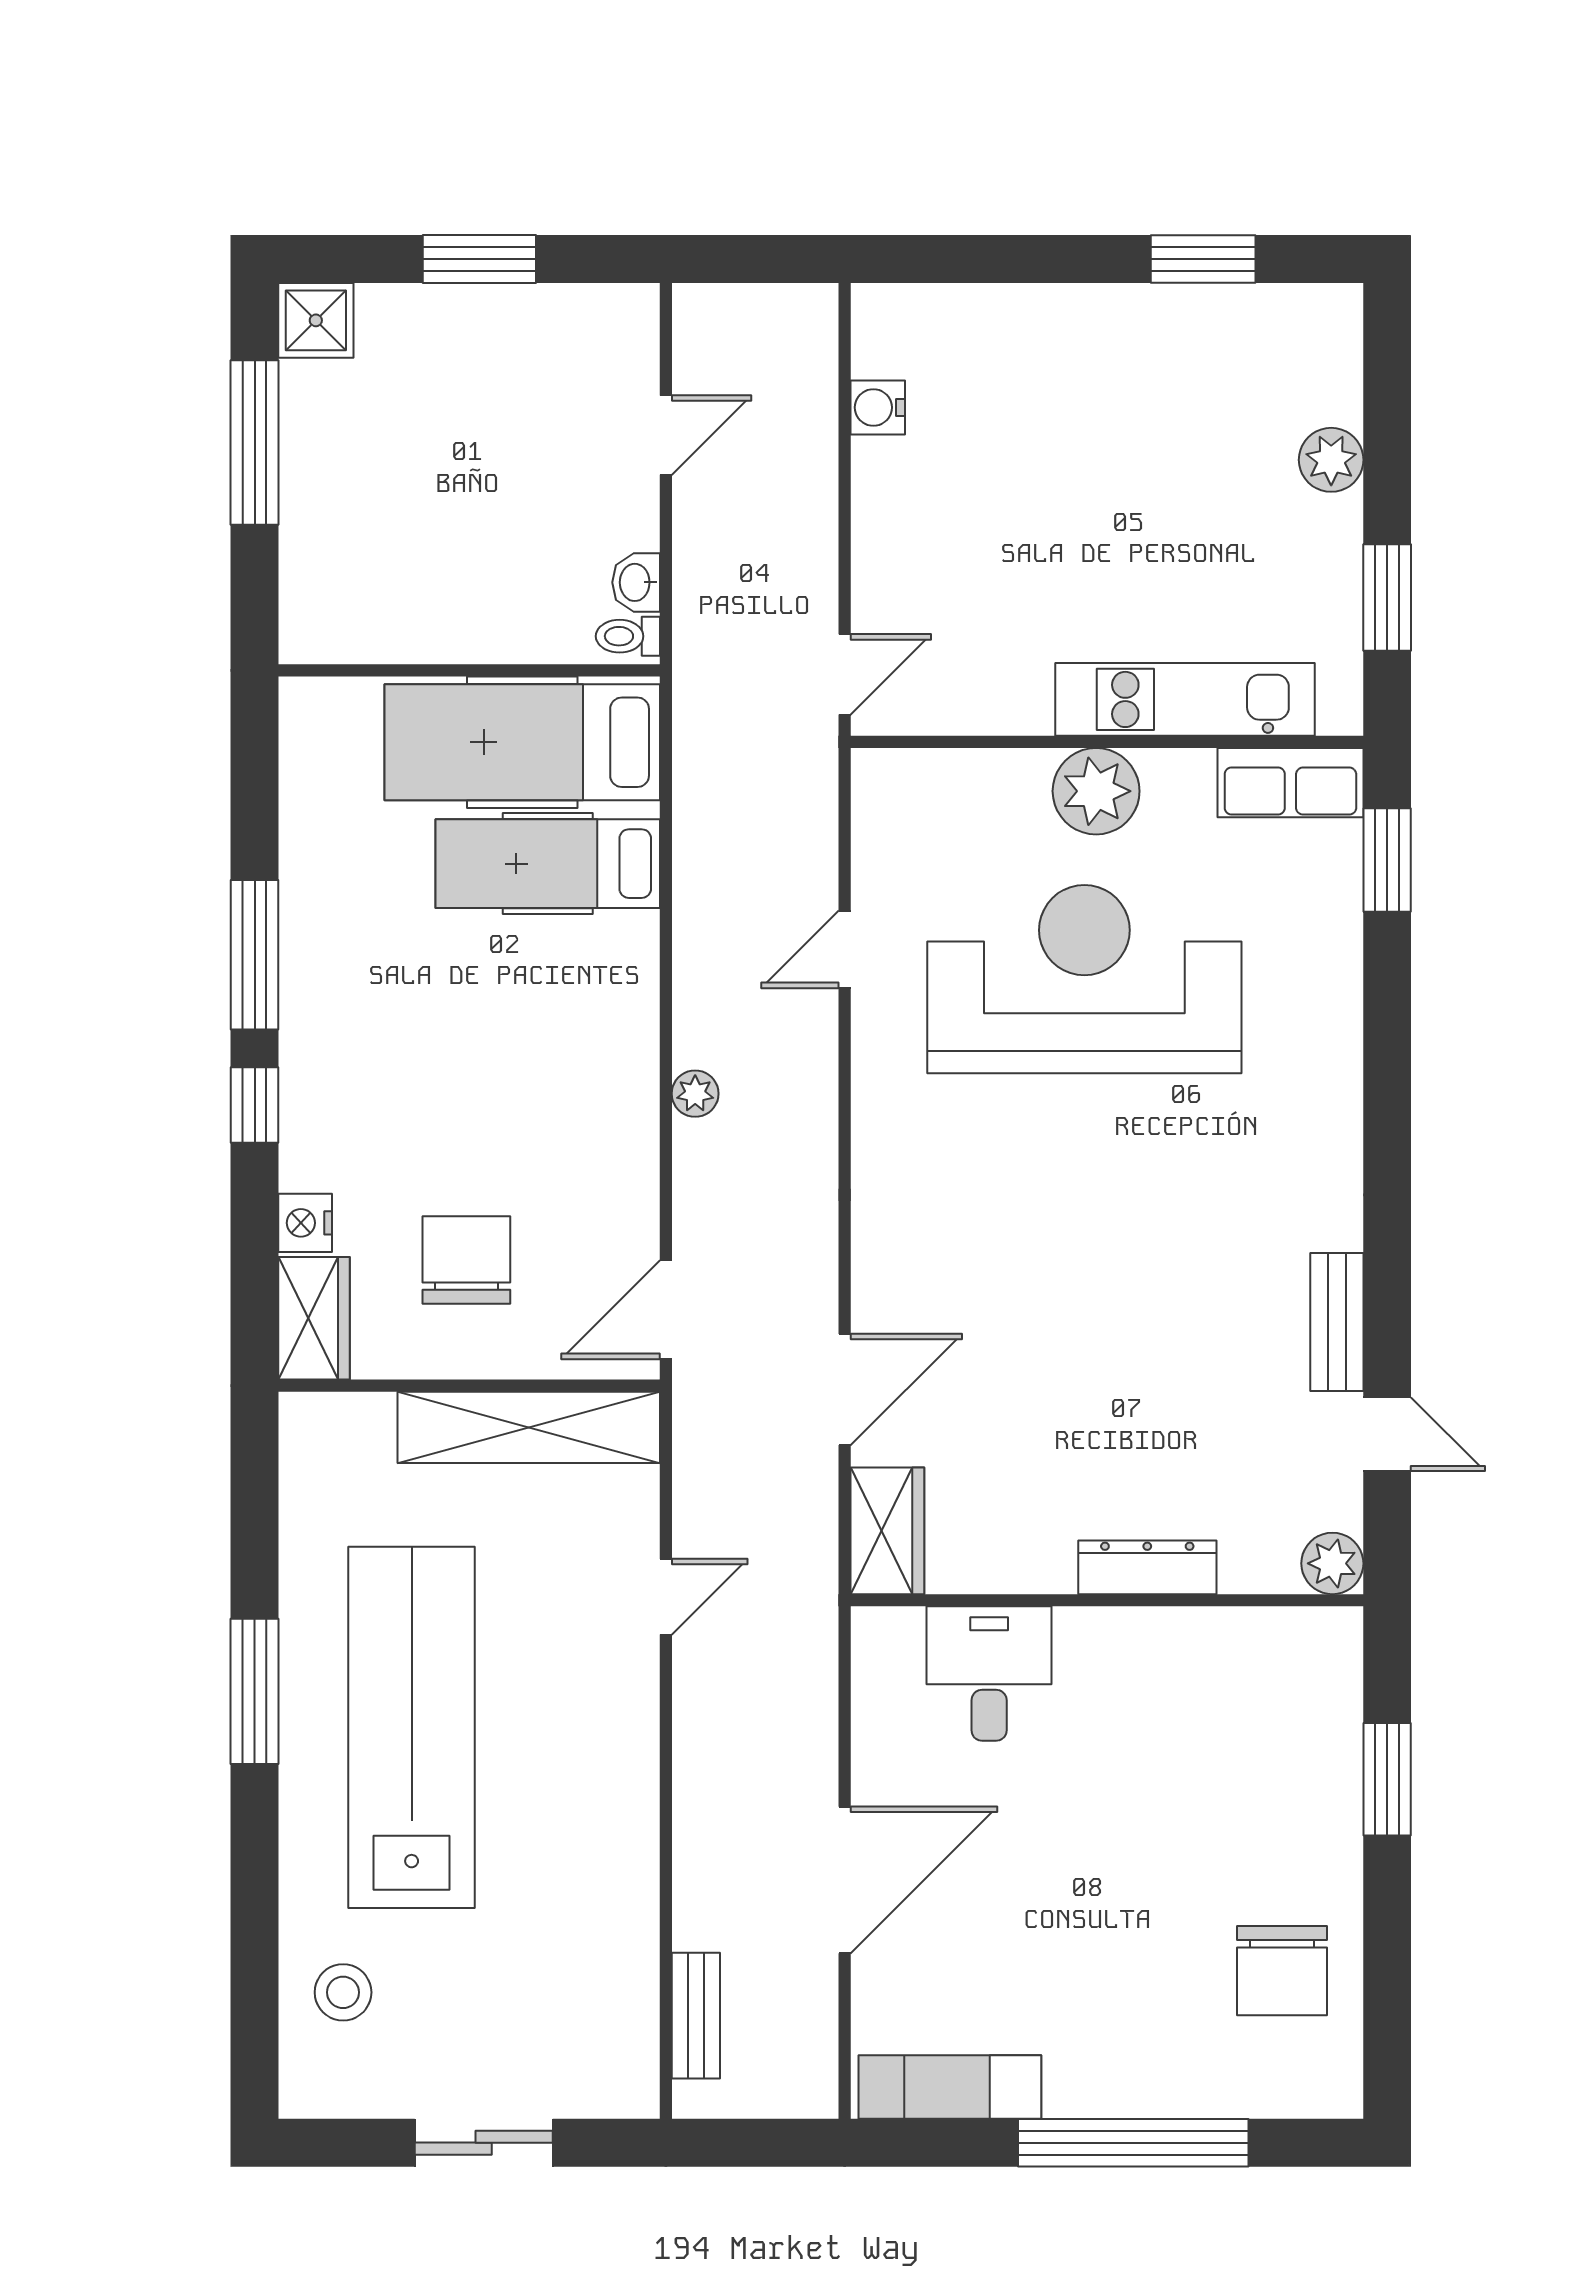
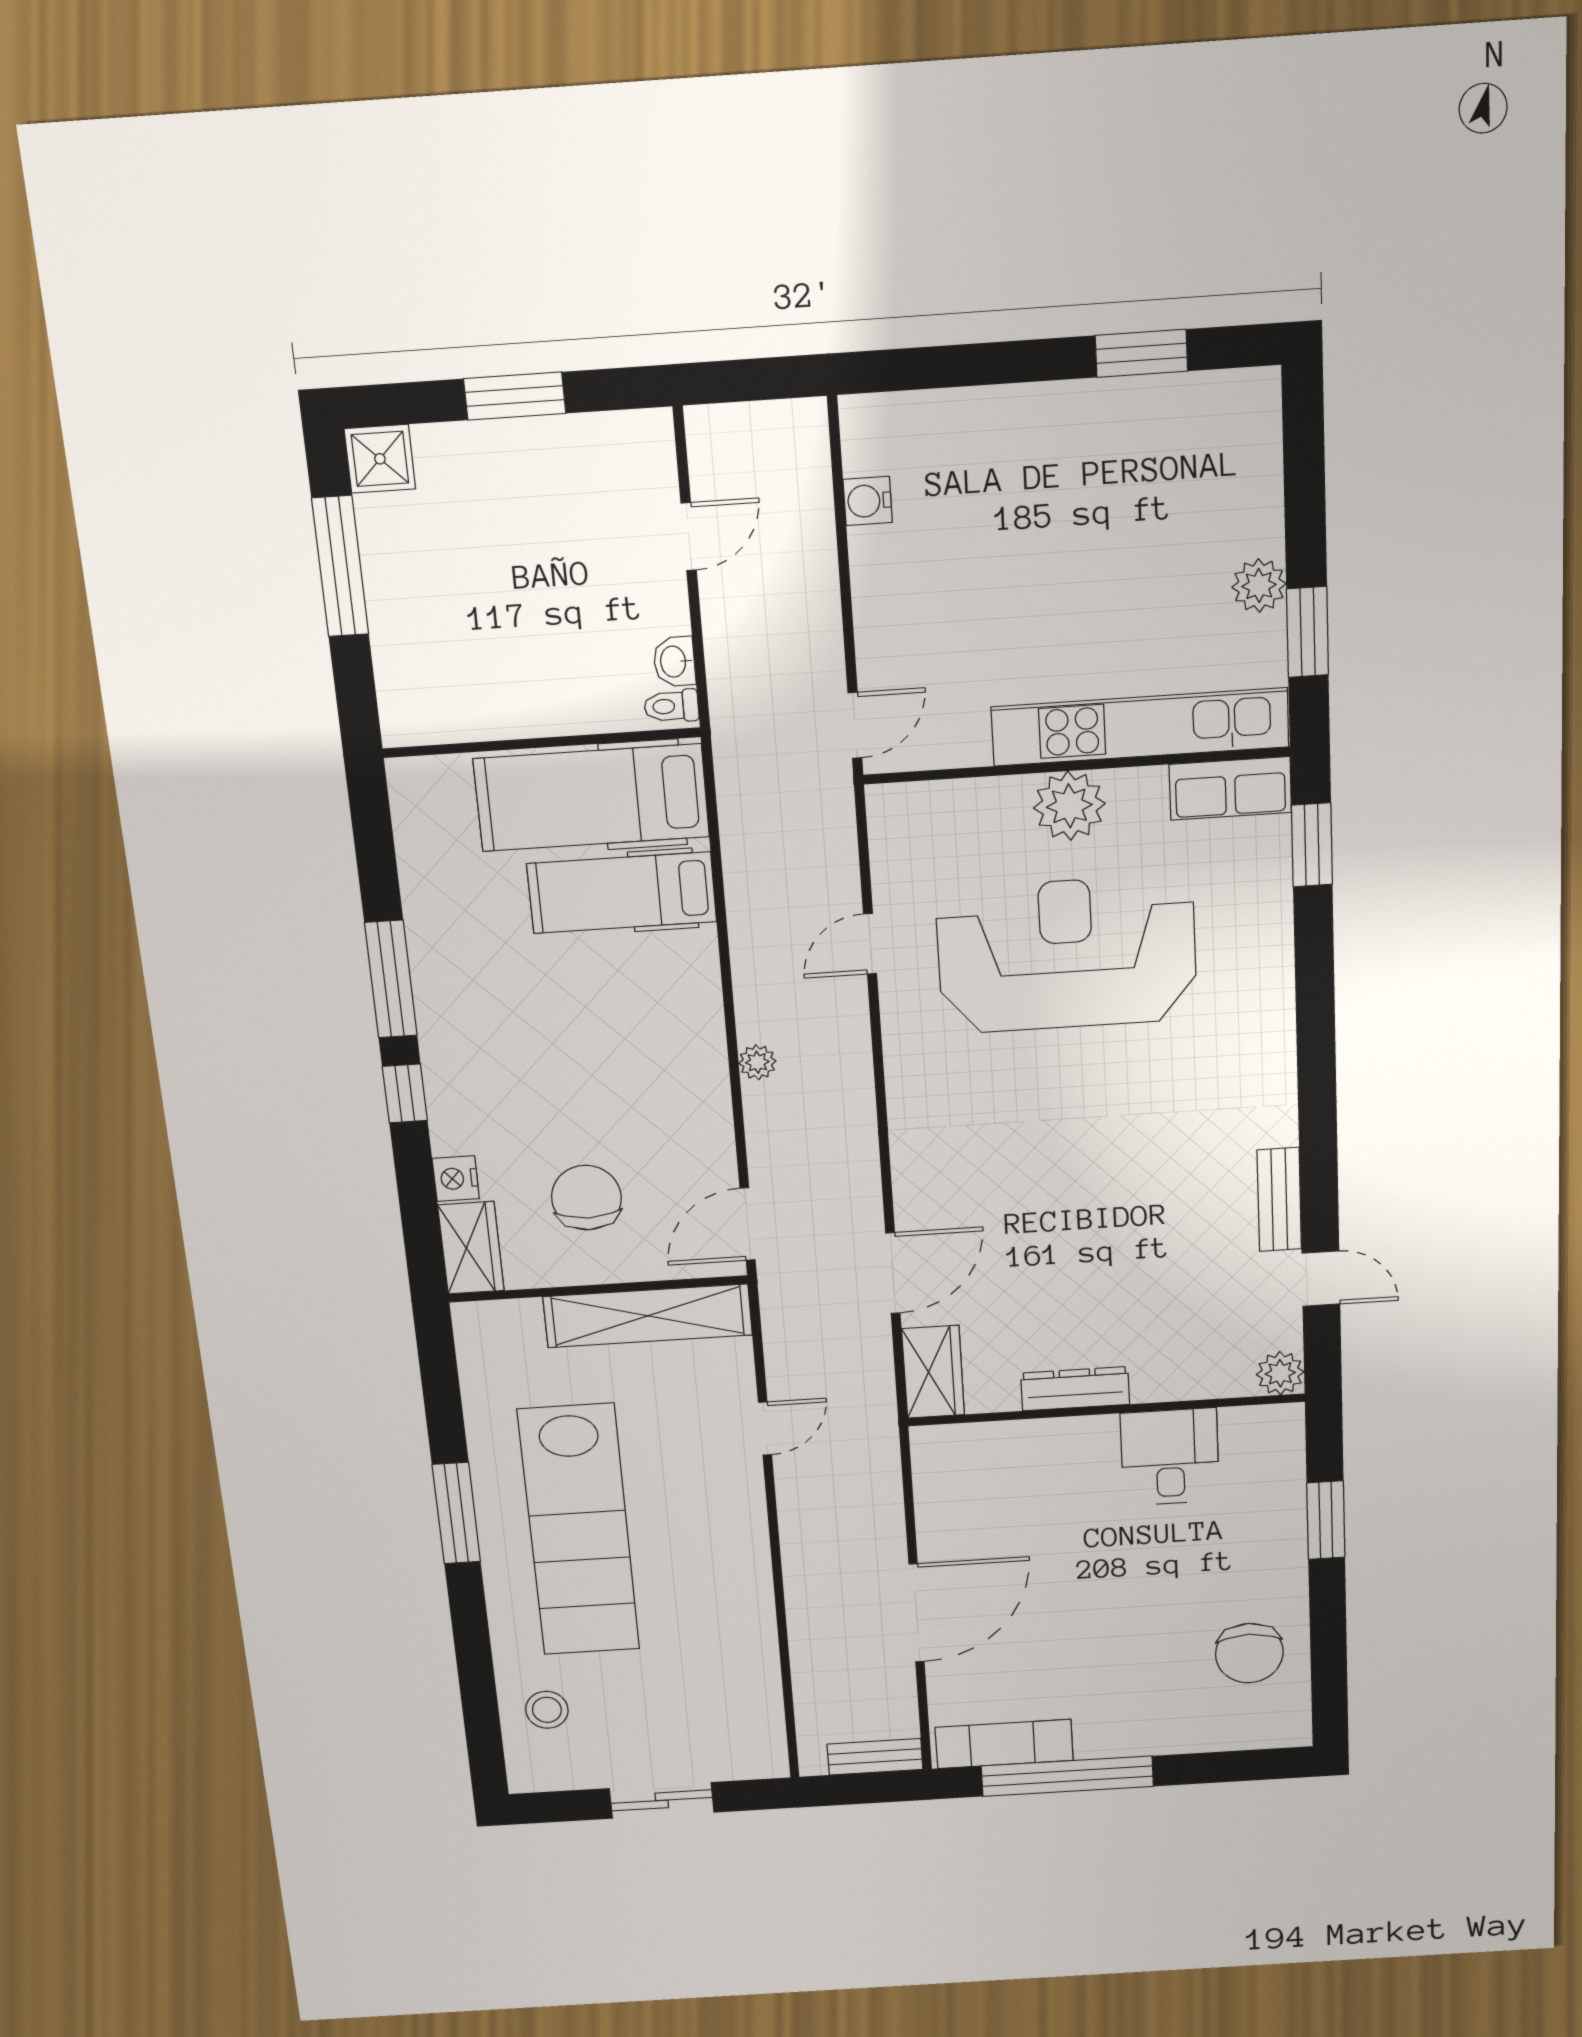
plant: (1331, 460) -> (1259, 586), moved
kitchen unit: (1185, 699) -> (1140, 727), width x1.36
dresser: (1147, 1567) -> (1075, 1389), moved
desk: (989, 1674) -> (1170, 1457), moved
lab bench: (412, 1727) -> (579, 1530), turned 180
bench: (696, 2016) -> (875, 1757), moved, turned 90
window: (1133, 2143) -> (1067, 1776), moved

